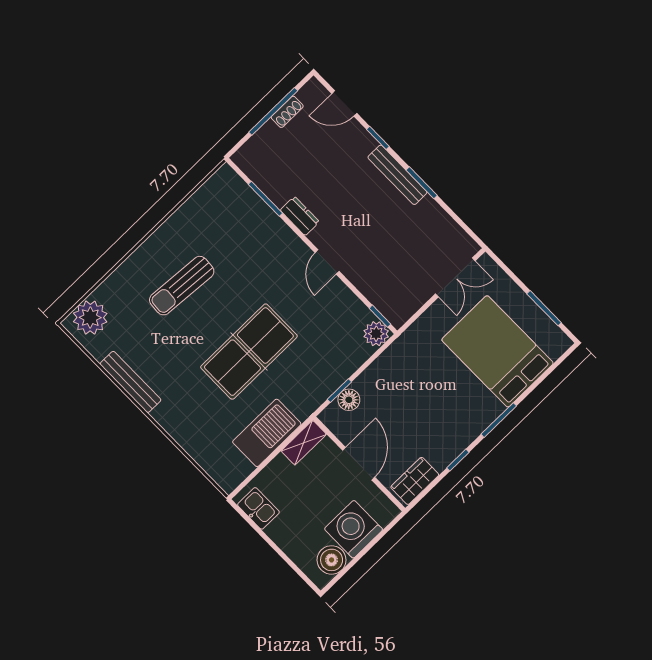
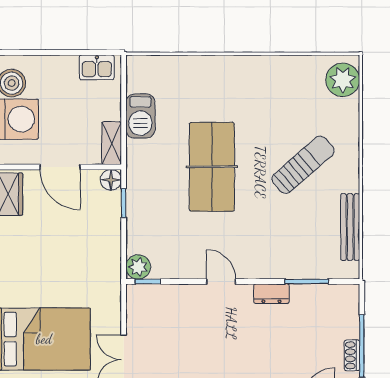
sun lounger: (182, 286) -> (303, 165), turned 45
bench: (130, 382) -> (350, 227), moved, turned 90
floor lamp: (349, 400) -> (111, 180), moved
barbecue: (267, 433) -> (140, 116), width x0.73, depth x0.83

